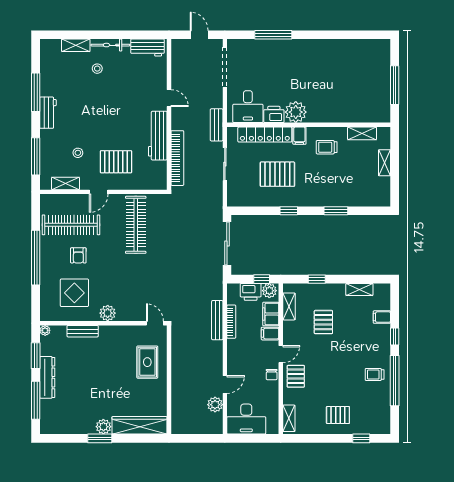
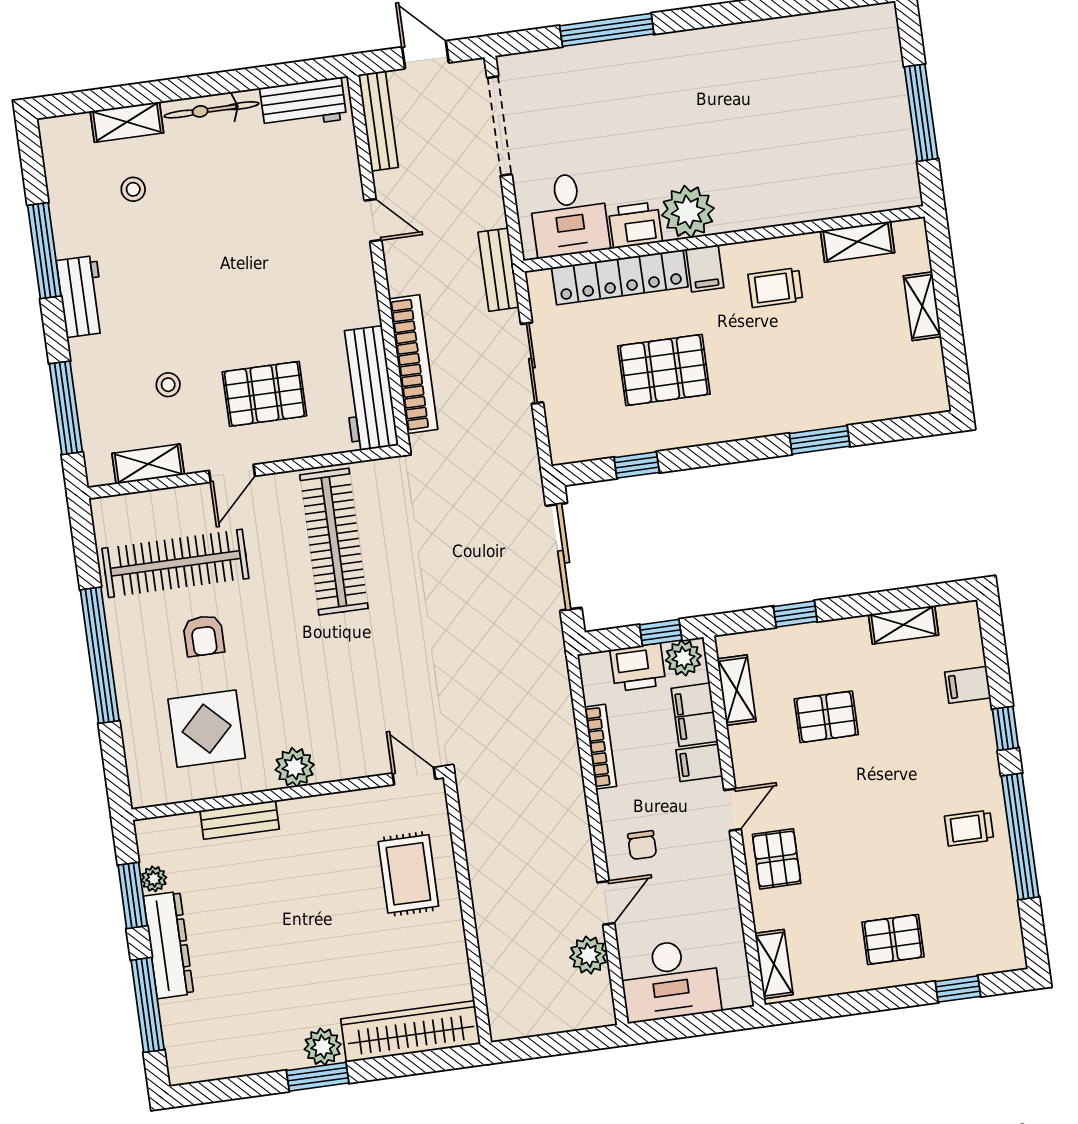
stool: (97, 69) -> (133, 189), moved
workbench: (158, 136) -> (368, 389), moved
window: (289, 211) -> (637, 465), moved
bench: (217, 320) -> (378, 121), moved
pallet: (323, 322) -> (826, 717), turned 90
plant: (45, 330) -> (154, 879), moved
chair: (272, 375) -> (642, 845), moved

